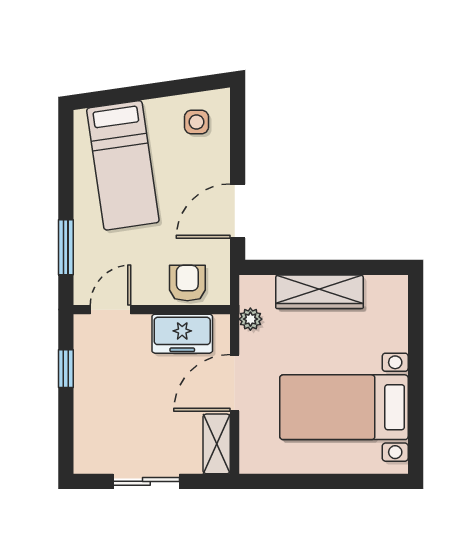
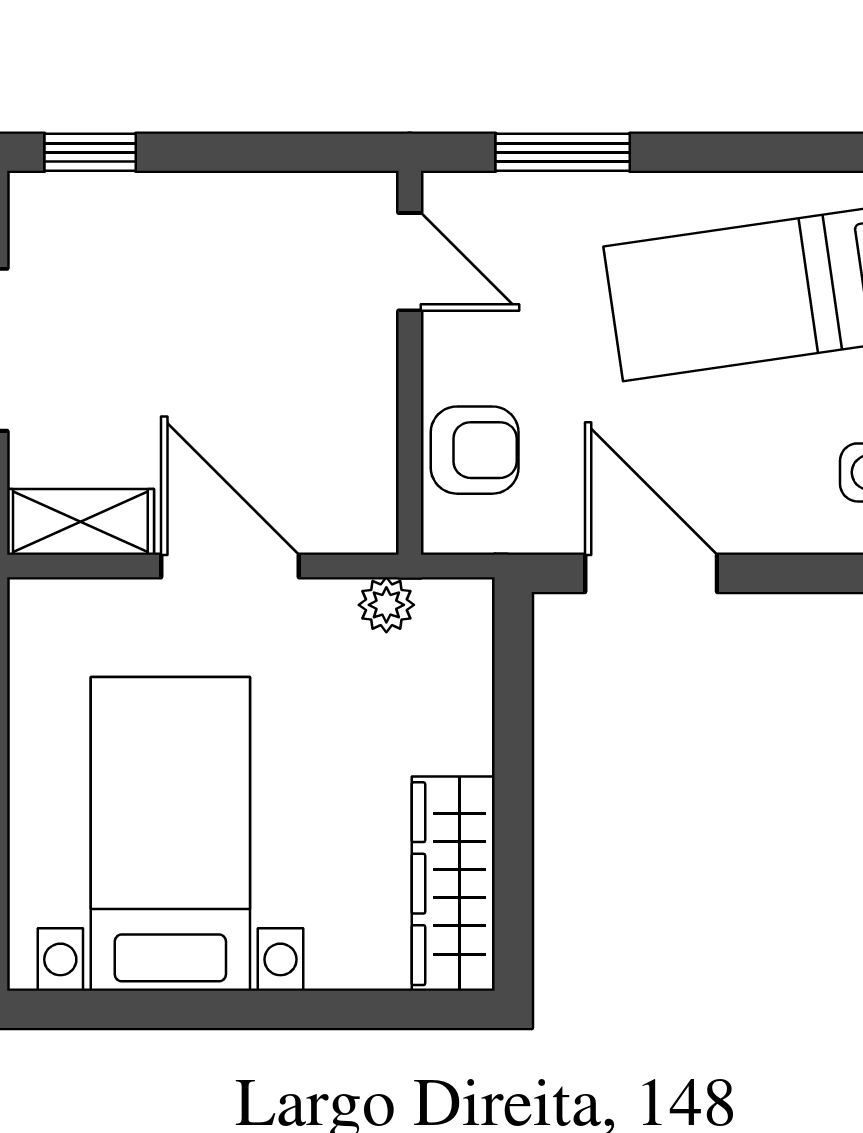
wardrobe: (319, 292) -> (453, 884), moved
freezer: (182, 334) -> (351, 437), removed
window: (66, 369) -> (90, 152), moved

